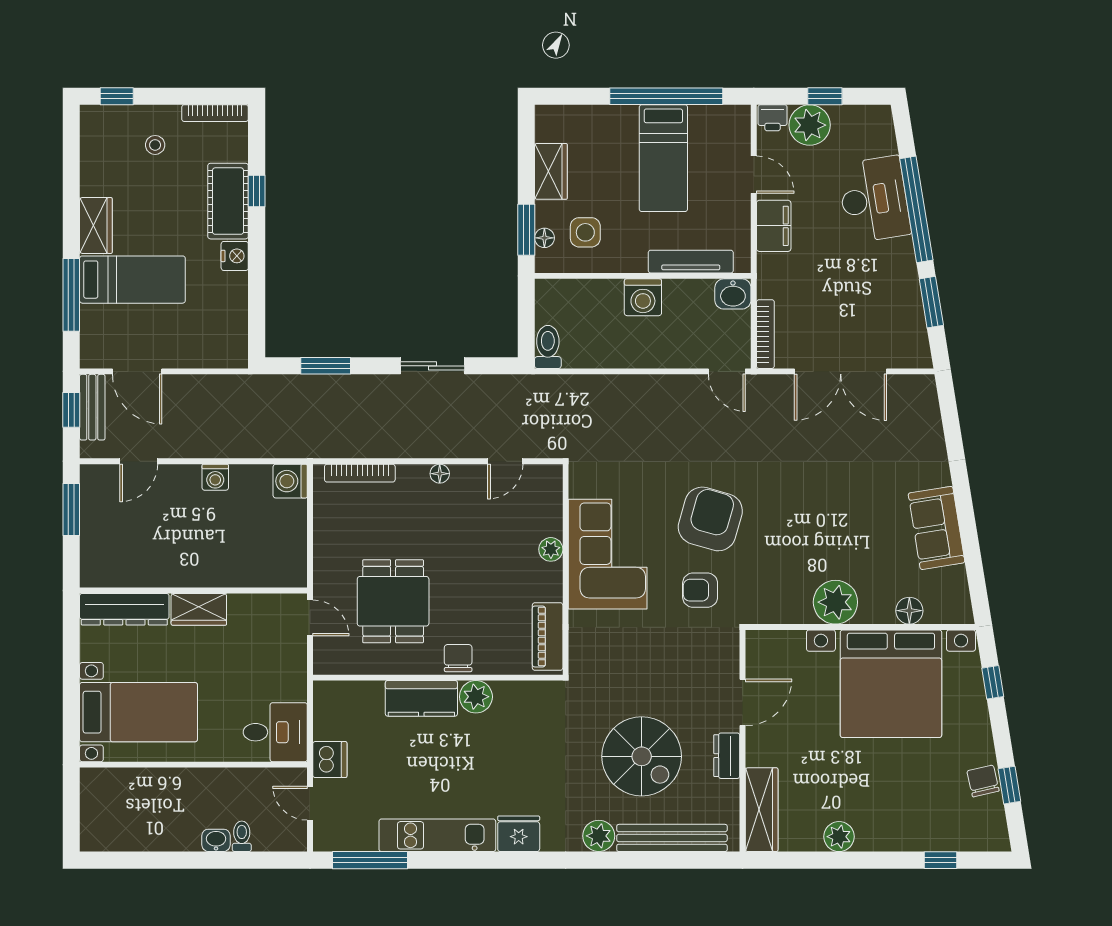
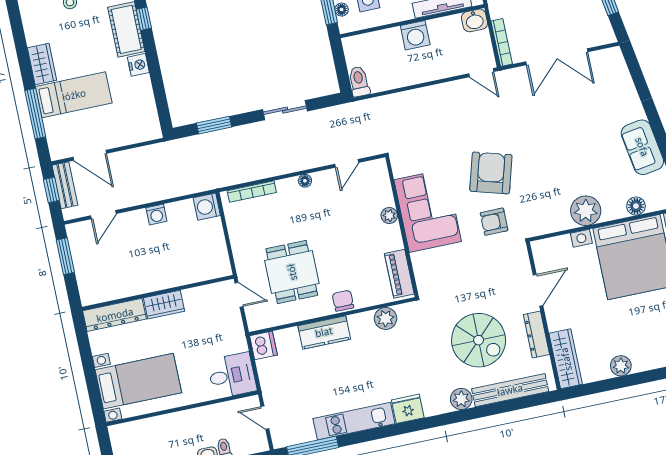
plant: (476, 697) -> (386, 318), moved
dresser: (727, 756) -> (536, 334), width x1.44
dishwasher: (330, 760) -> (263, 345), moved

